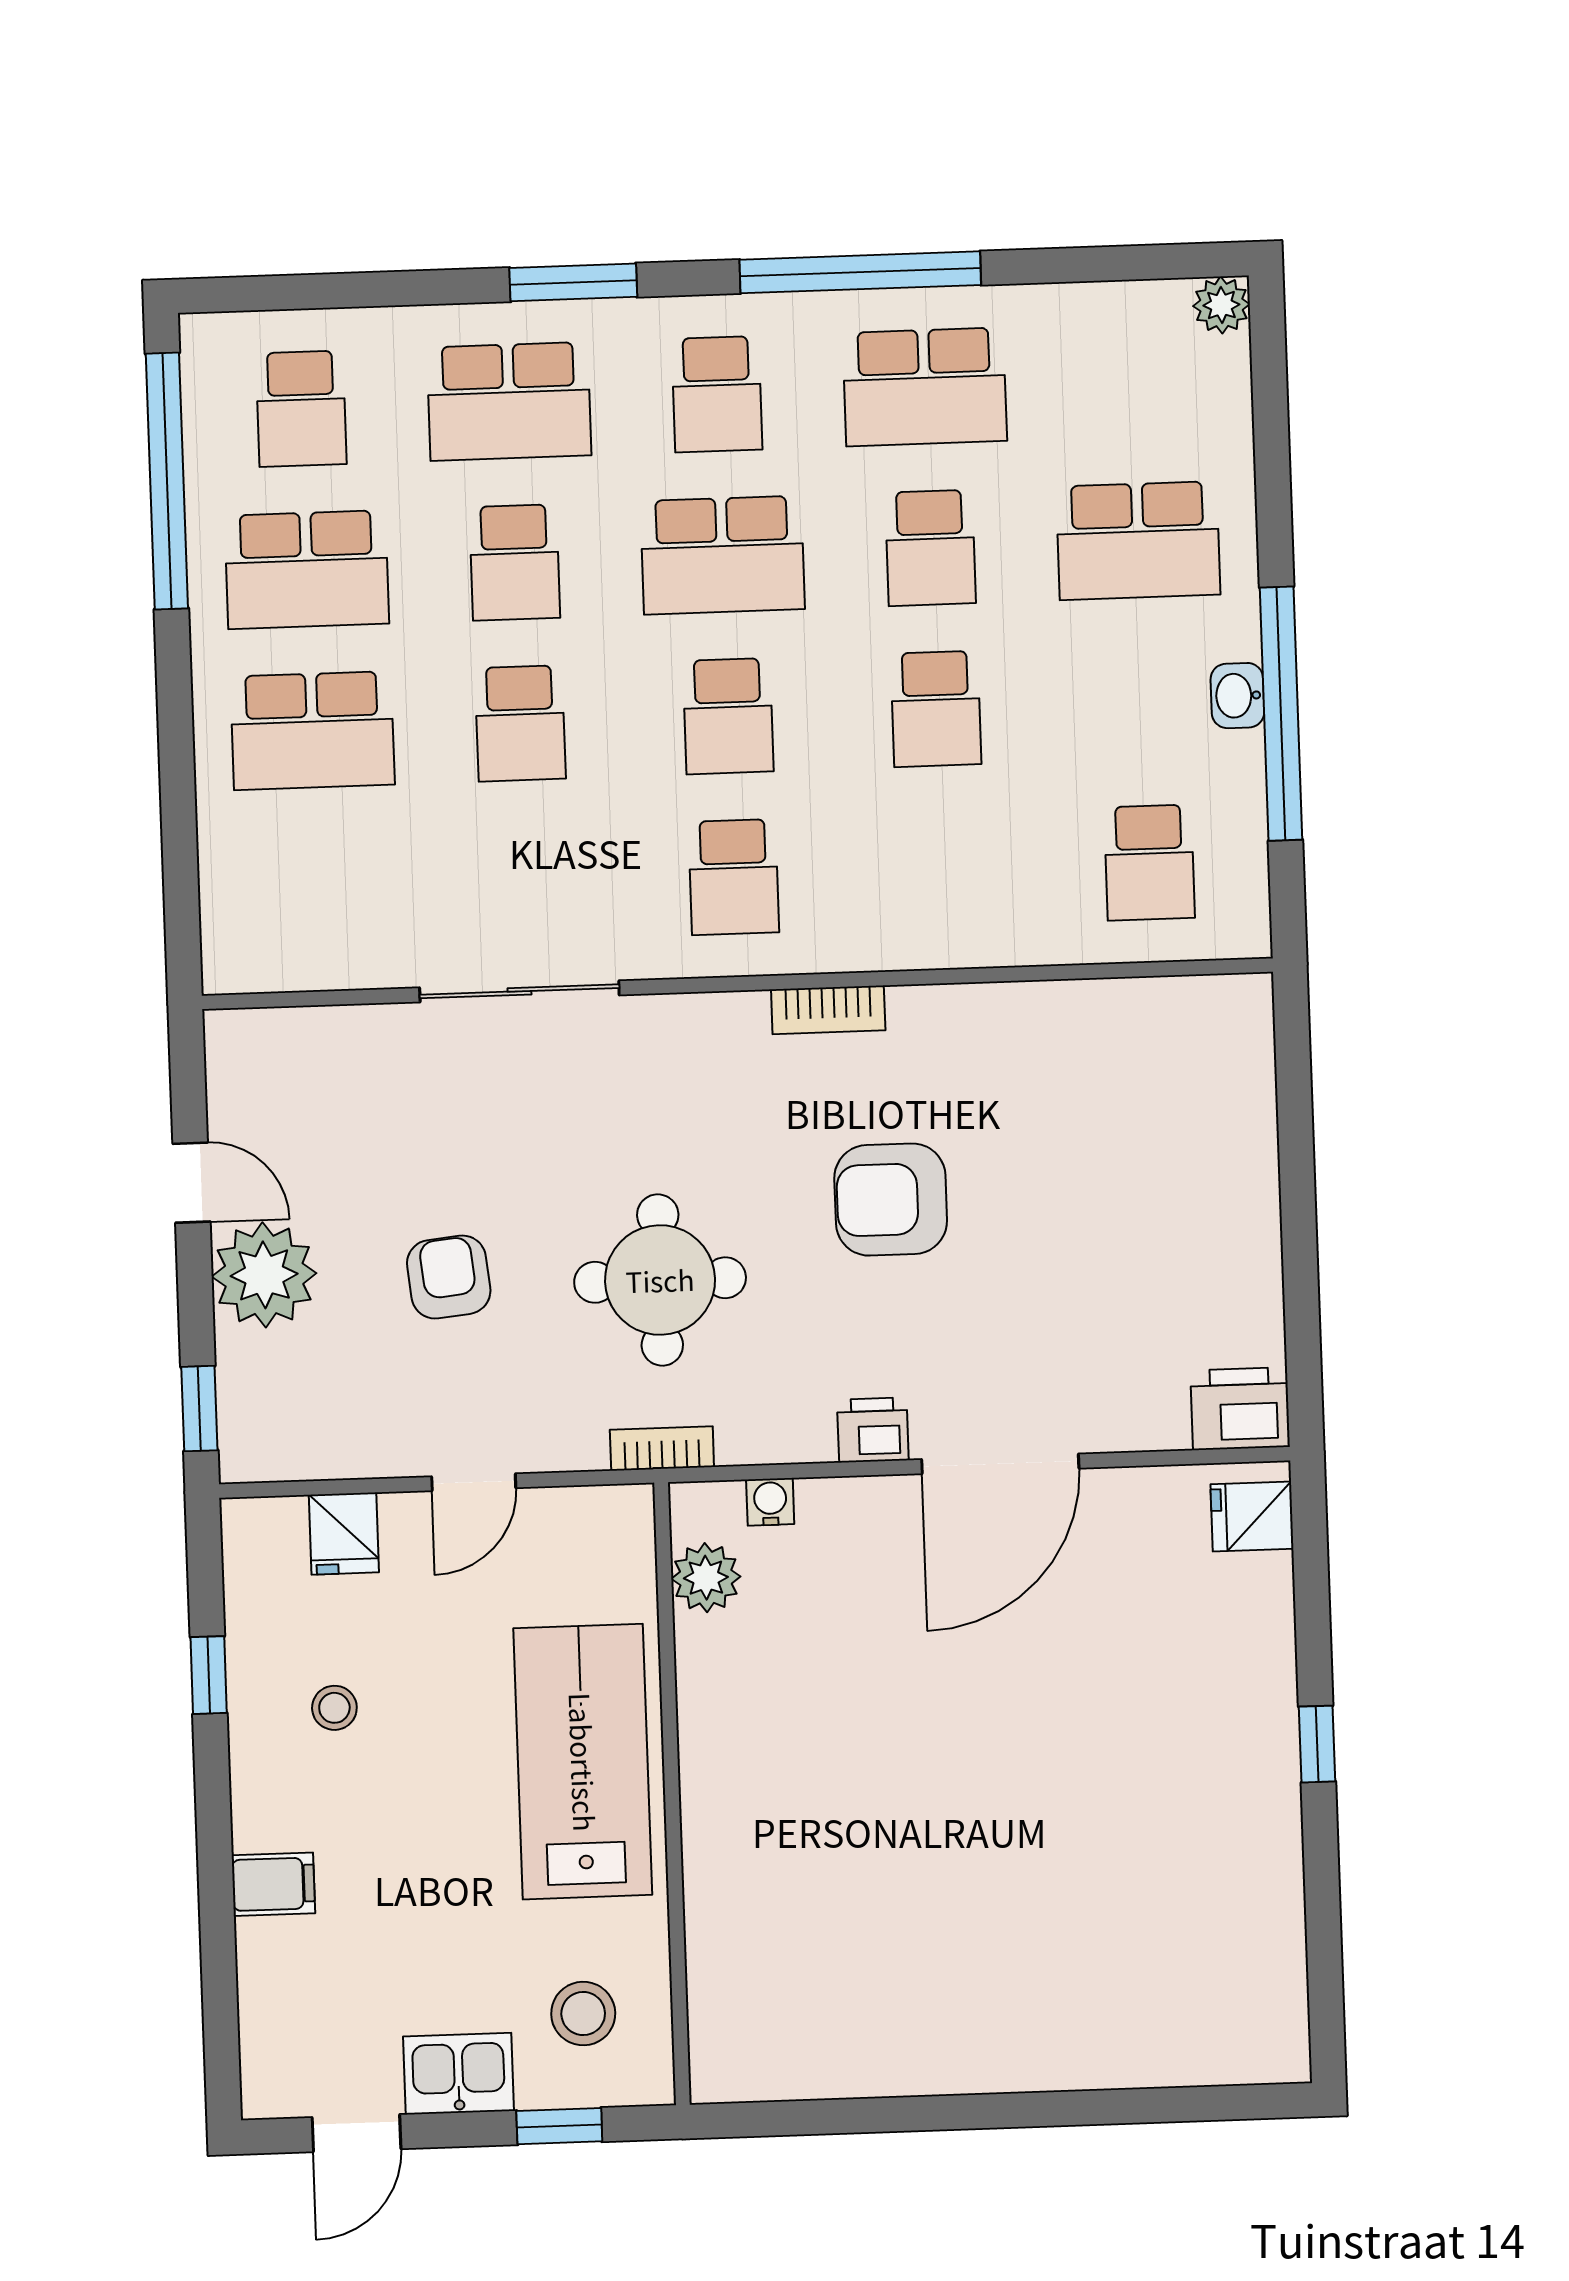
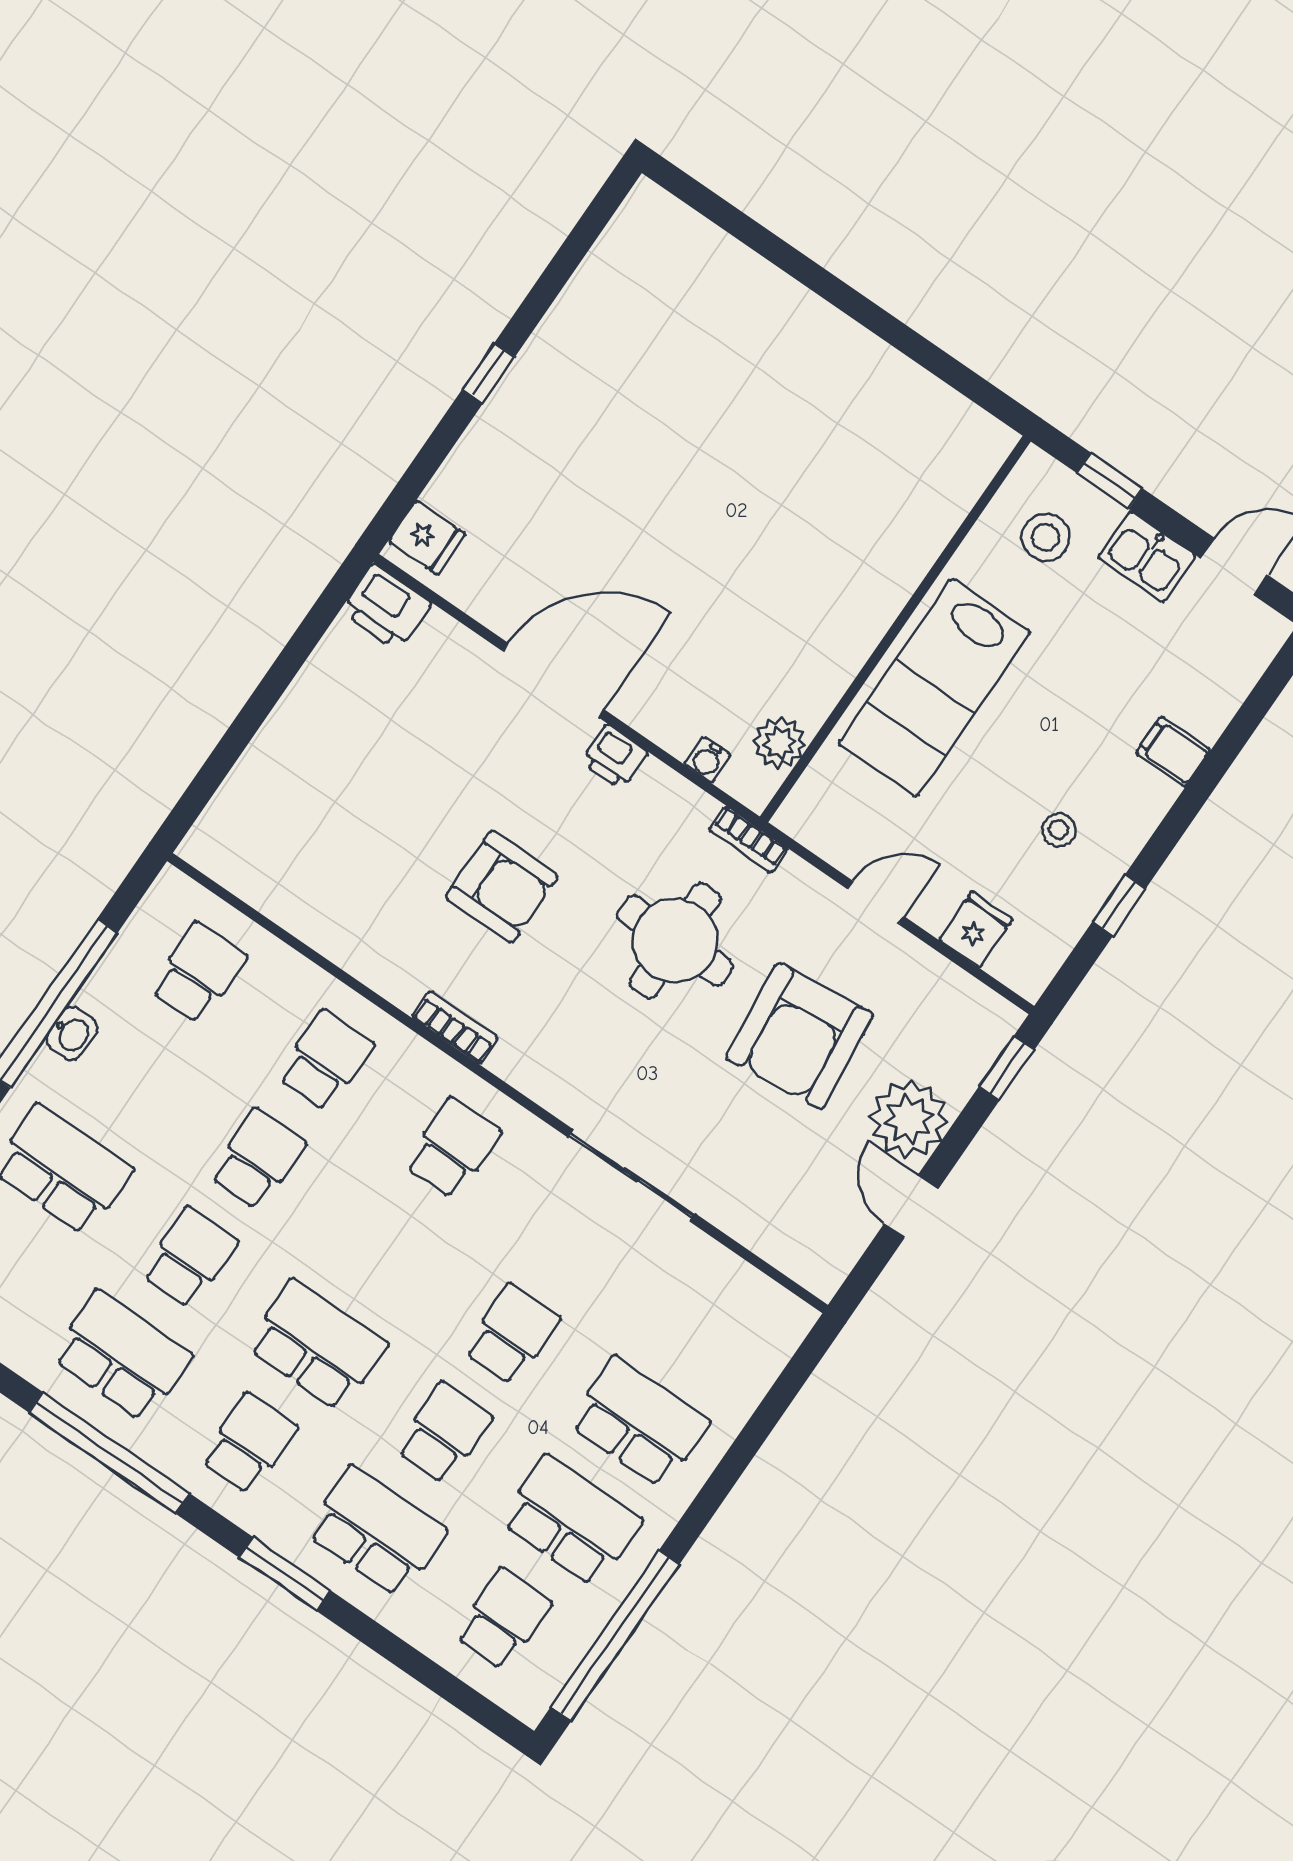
school desk: (728, 716) -> (325, 1061), moved
armchair: (449, 1277) -> (800, 1036), width x1.88, depth x1.88

